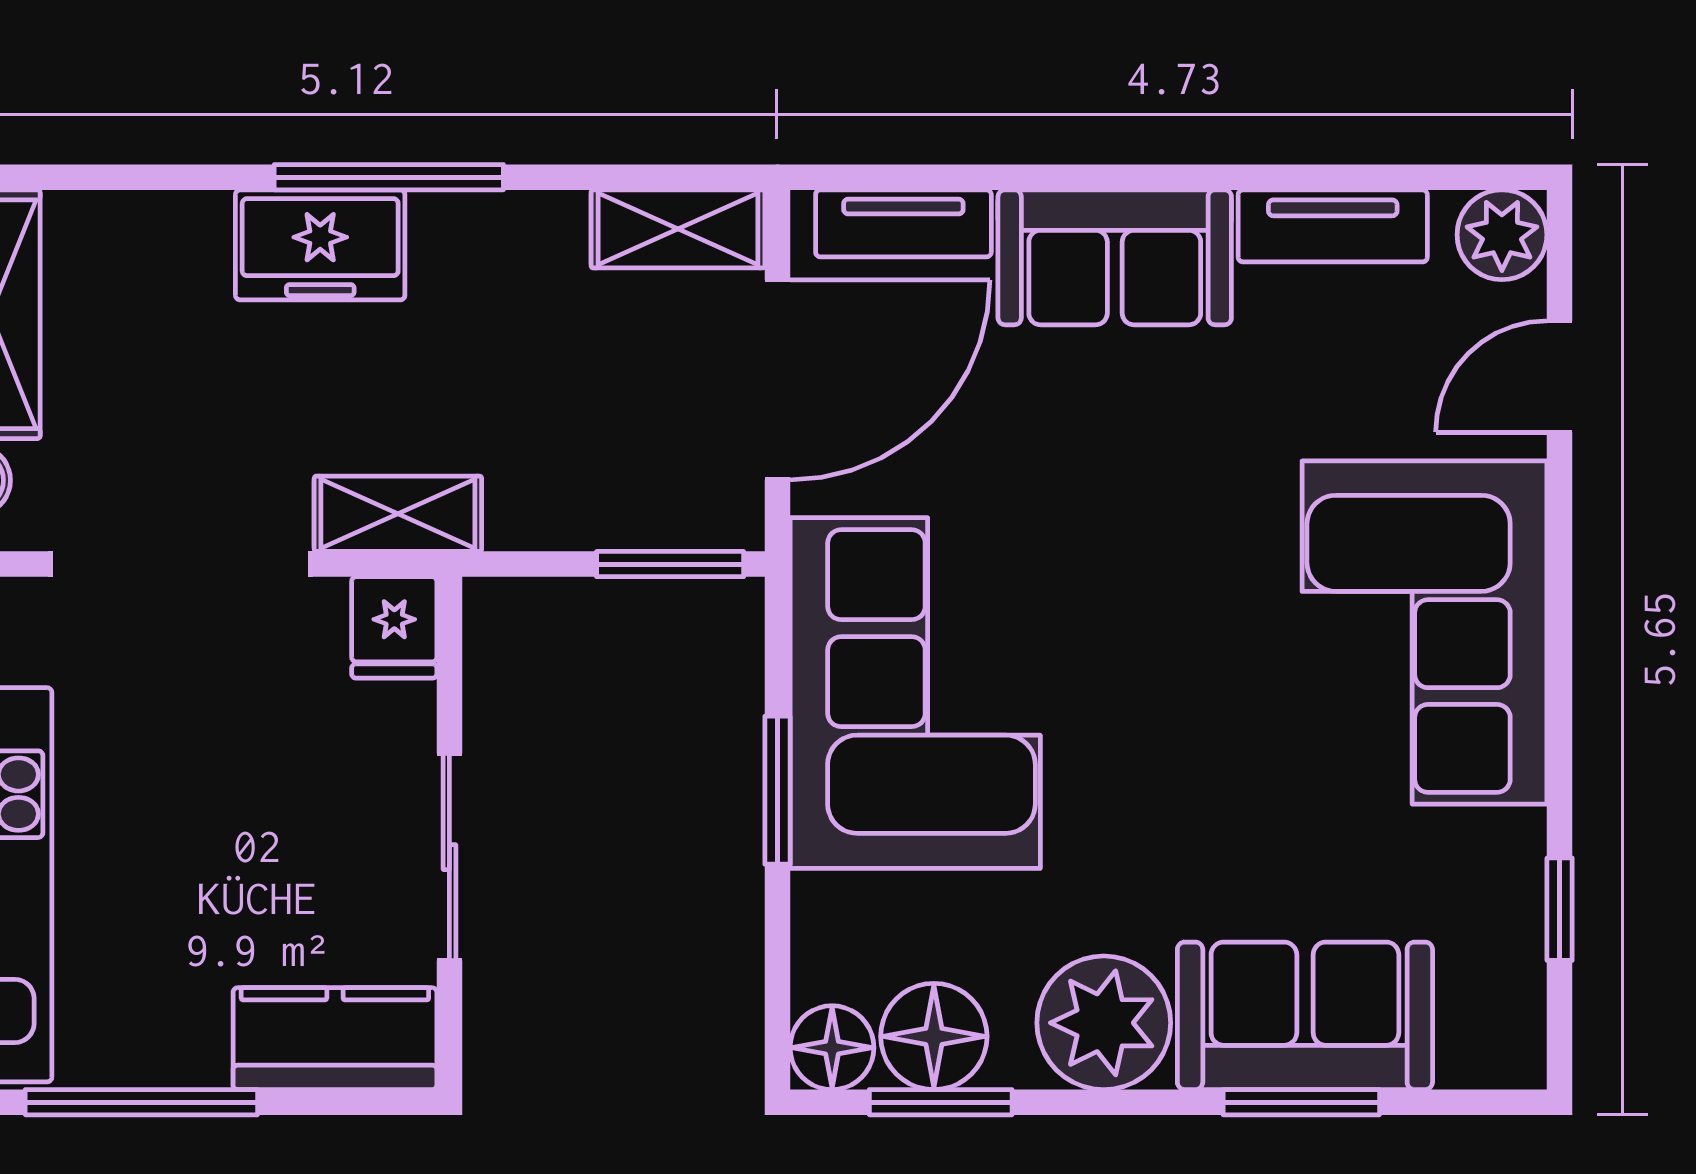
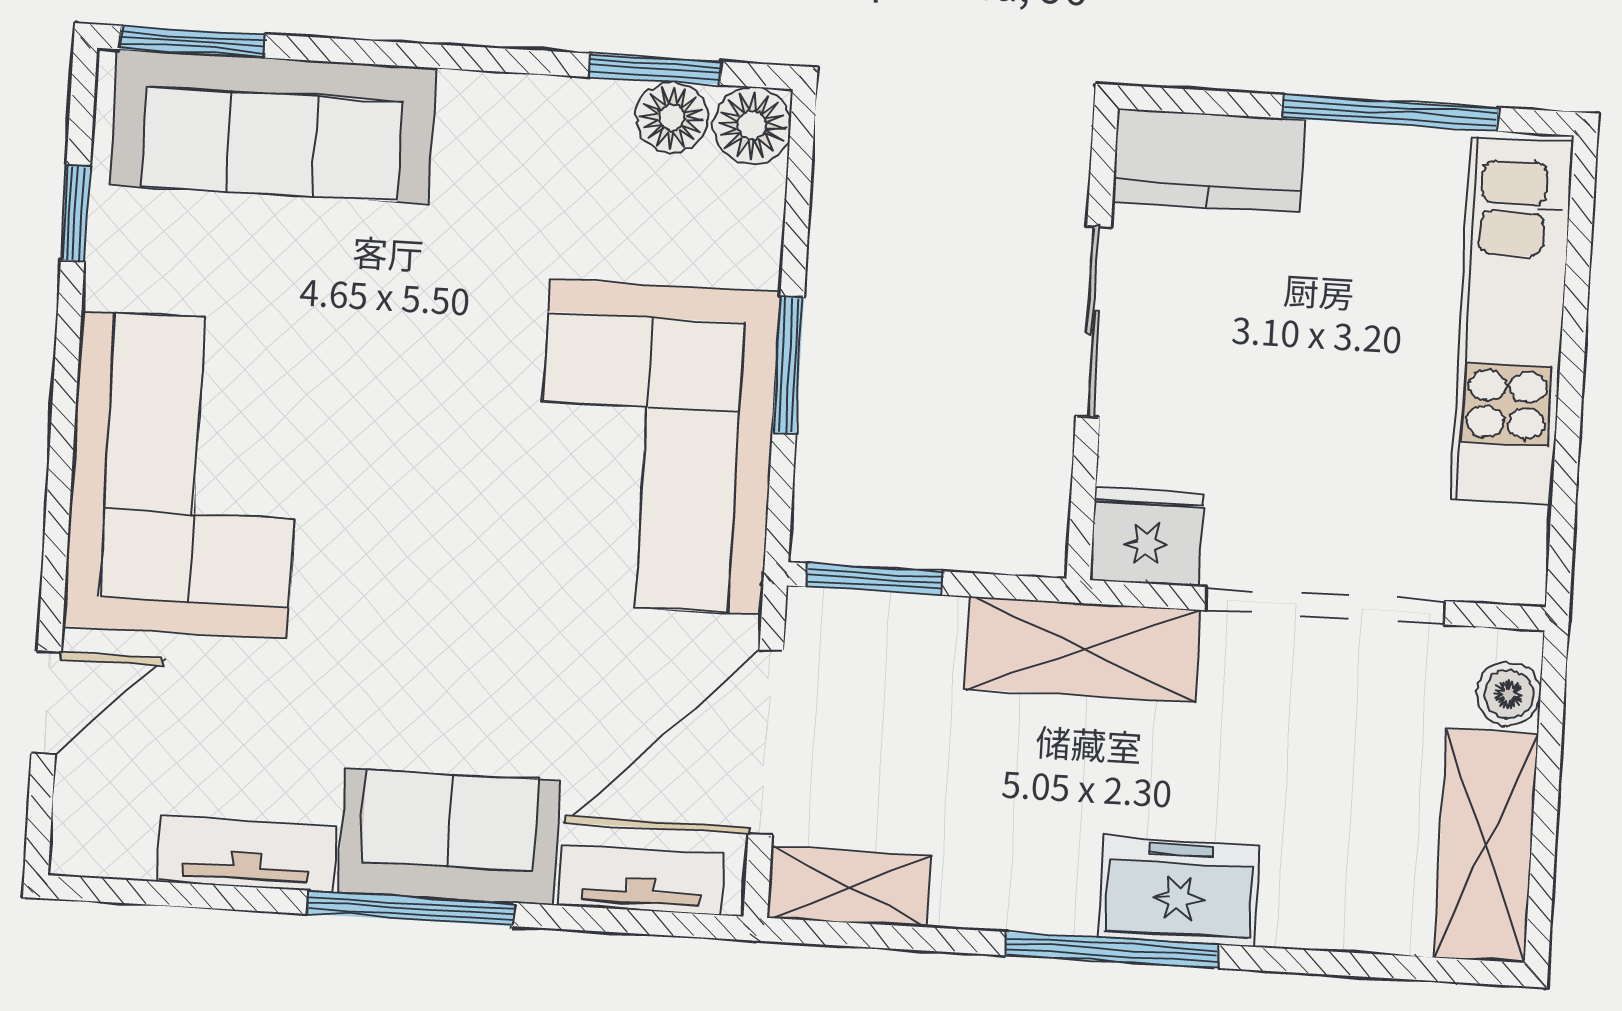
window: (1152, 177) -> (411, 908), added
plant: (1502, 235) -> (92, 836), removed
shelving: (398, 514) -> (1083, 649), width x1.50, depth x1.33
fridge: (394, 627) -> (1147, 537), width x1.38
sofa: (1305, 1016) -> (273, 126), width x1.36
plant: (1104, 1023) -> (501, 133), removed
floor lamp: (934, 1036) -> (672, 118), width x0.73, depth x0.73
window: (1301, 1102) -> (193, 42), moved

